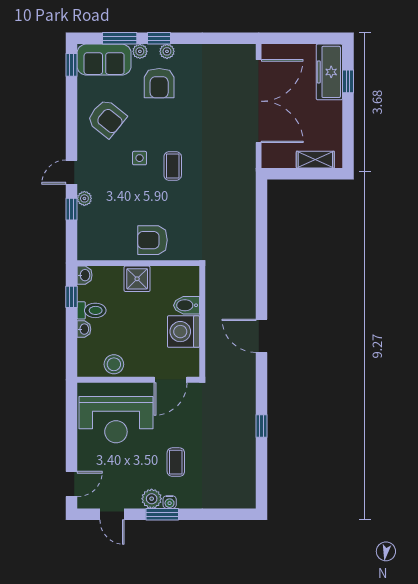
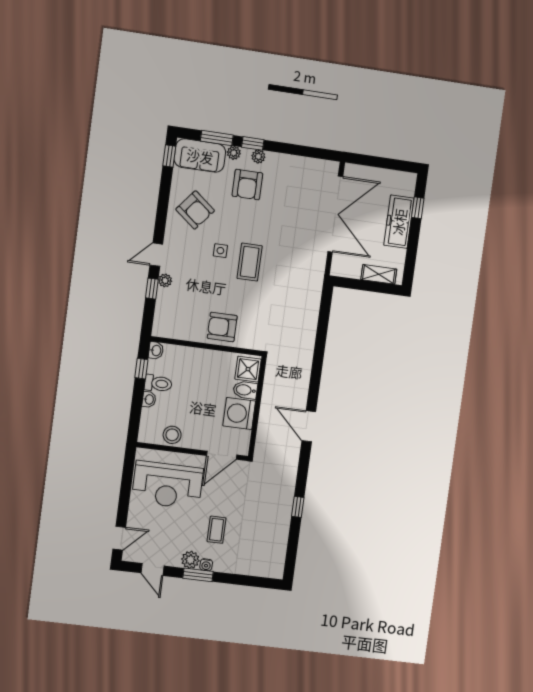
freezer: (329, 72) -> (399, 222), moved
coffee table: (173, 166) -> (250, 262), width x1.36, depth x1.30
shower: (137, 279) -> (248, 369), moved

